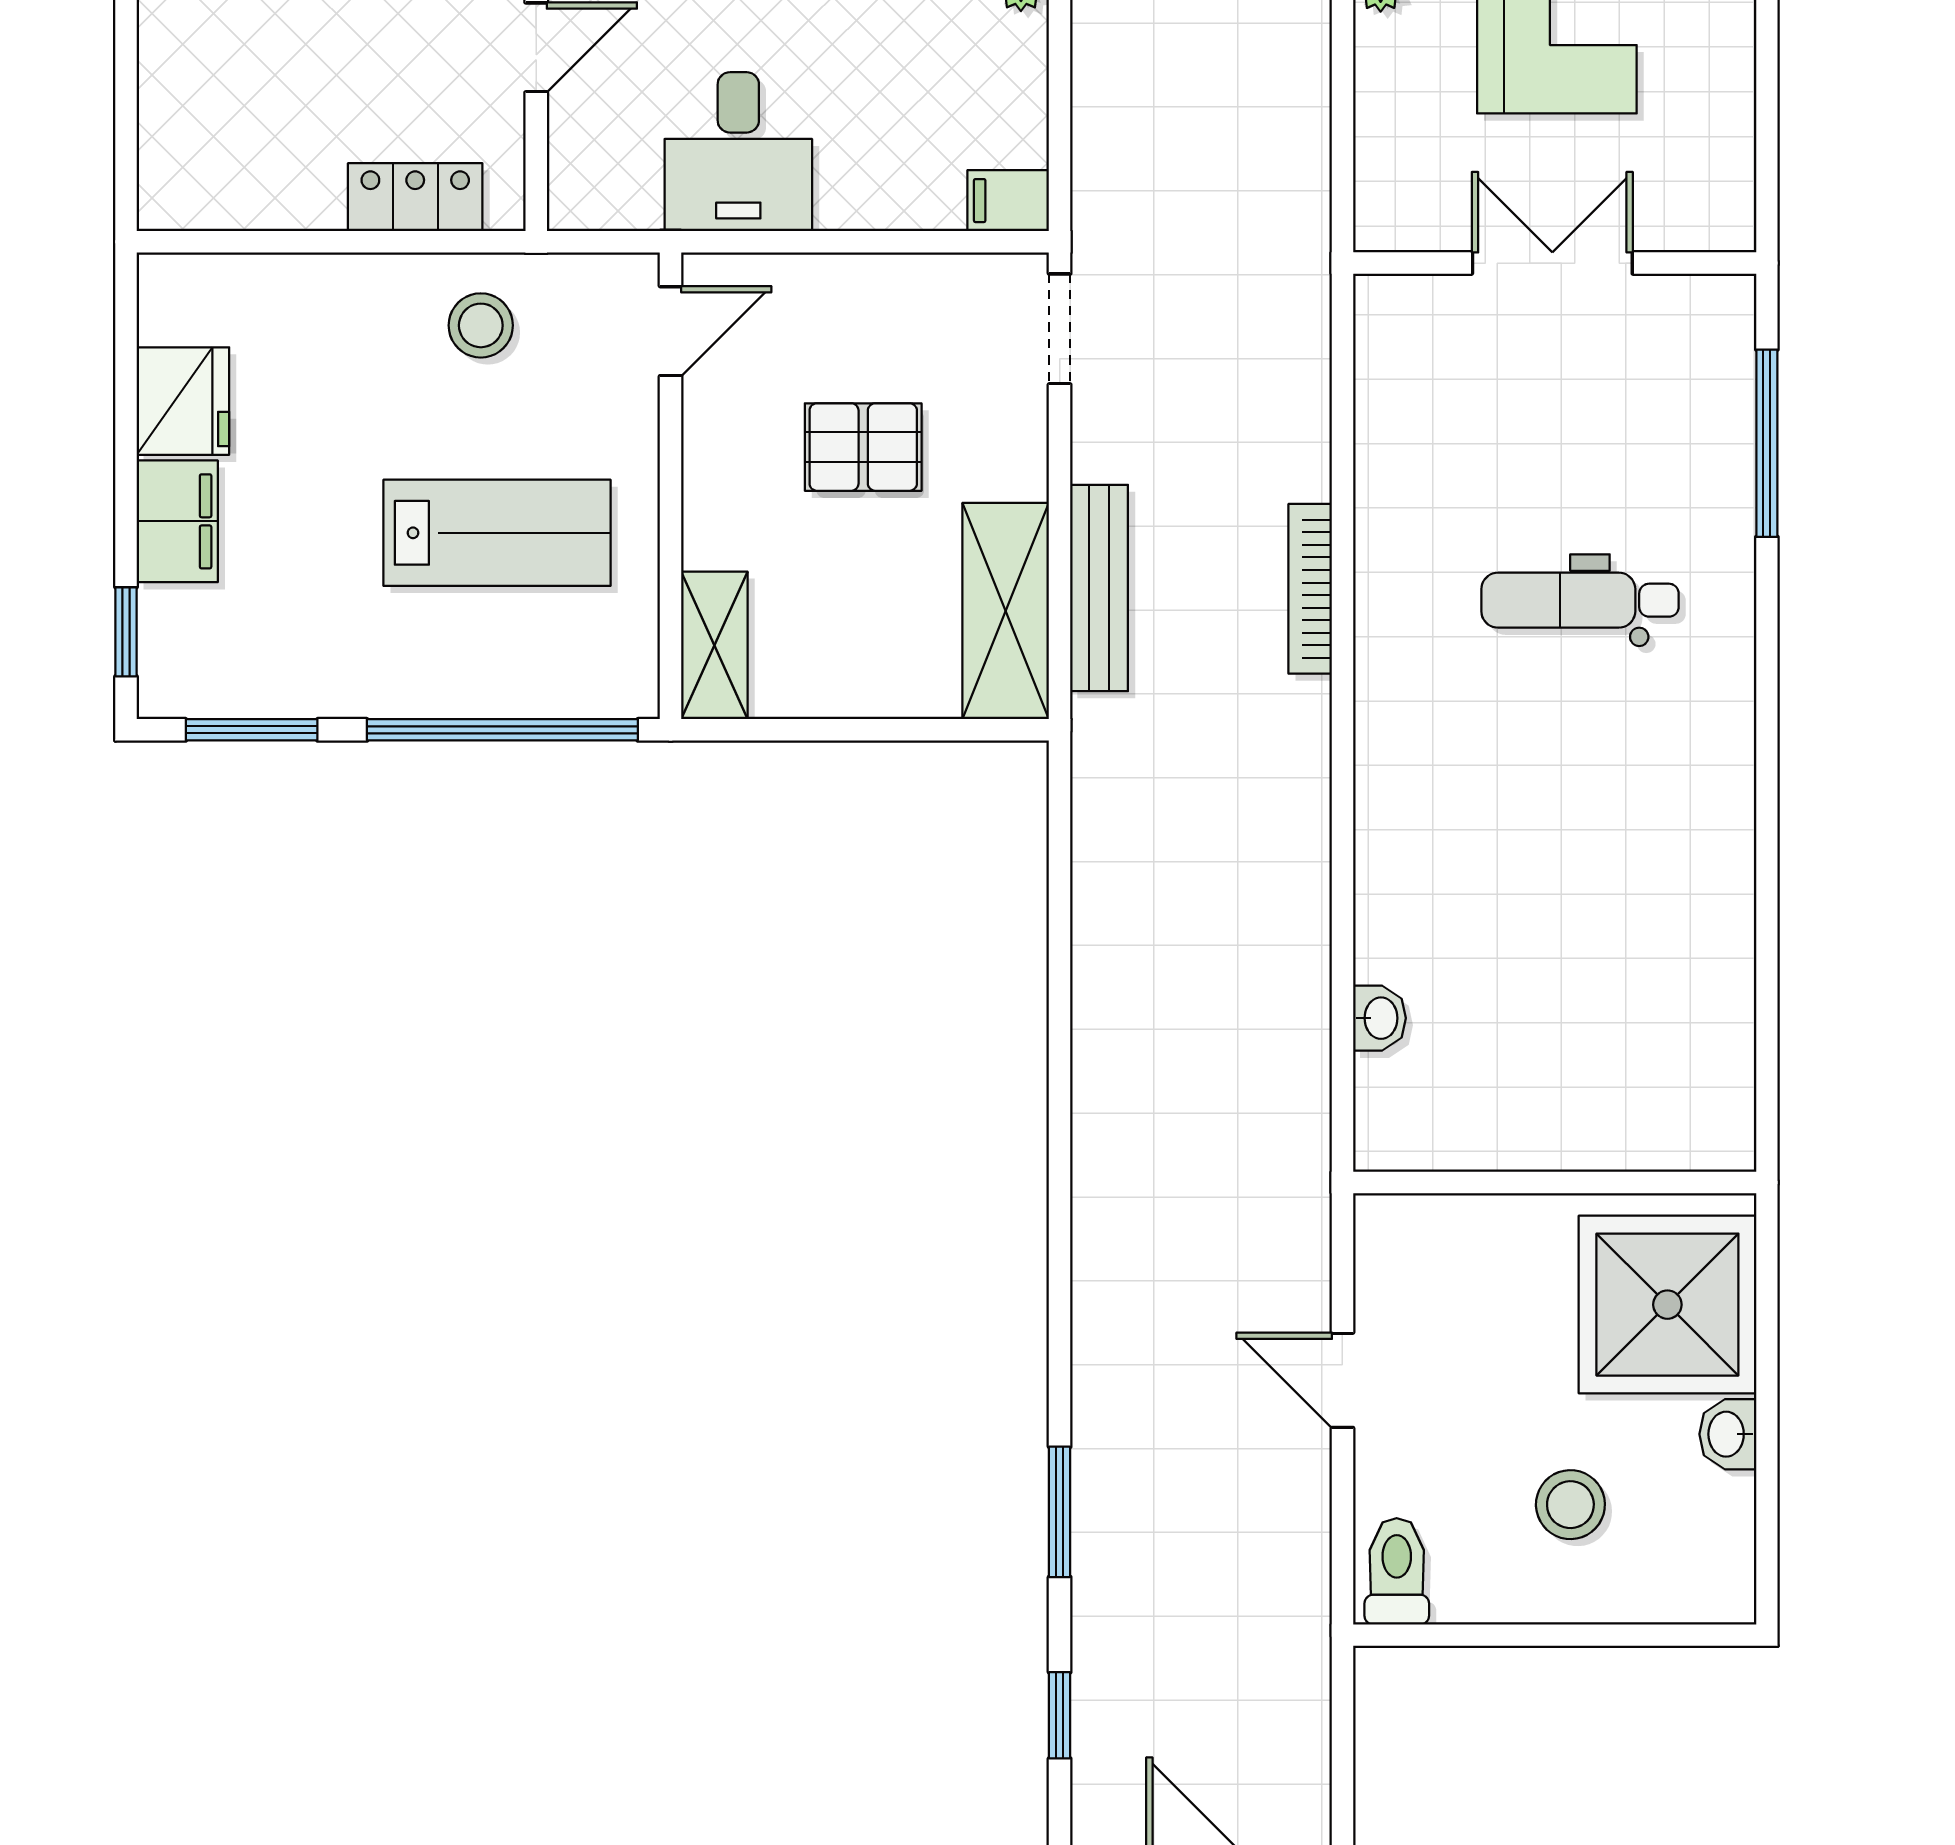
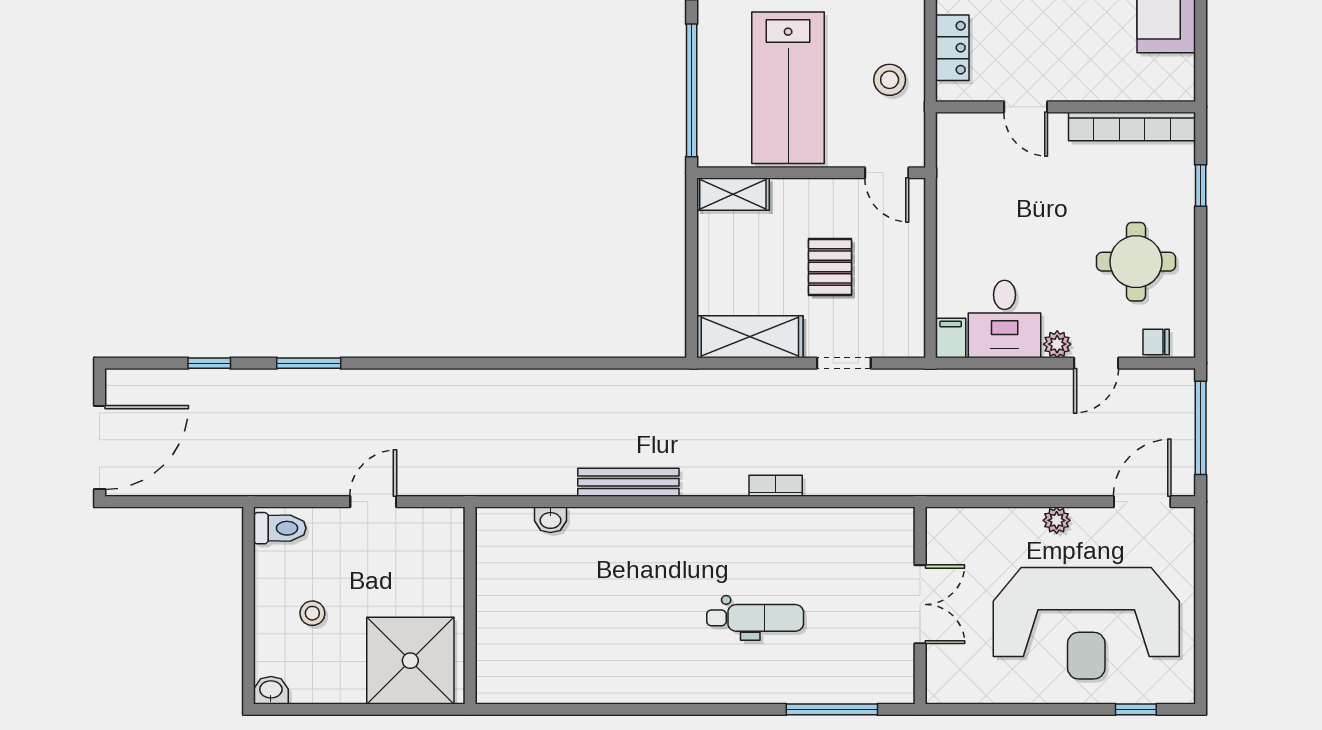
desk: (738, 152) -> (1005, 319), moved, turned -90
doorway: (1060, 329) -> (844, 363), moved
lab bench: (497, 533) -> (788, 88), width x1.36, depth x1.39
bench: (1099, 588) -> (628, 482), moved
bookcase: (1310, 589) -> (776, 486), width x0.64
dental chair: (1580, 600) -> (755, 618), turned 90
washbasin: (1728, 1434) -> (271, 690), moved
stool: (1570, 1505) -> (312, 613), width x0.73, depth x0.73

